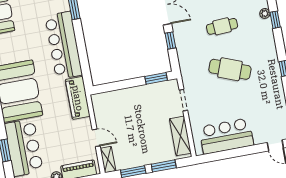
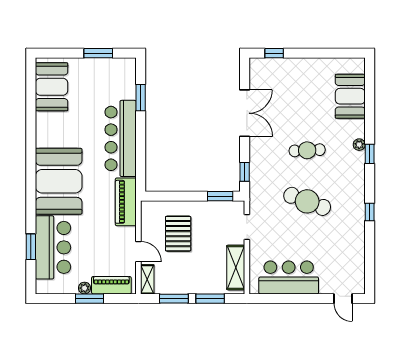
window: (170, 41) -> (245, 172), moved
pallet: (127, 116) -> (178, 234), added

